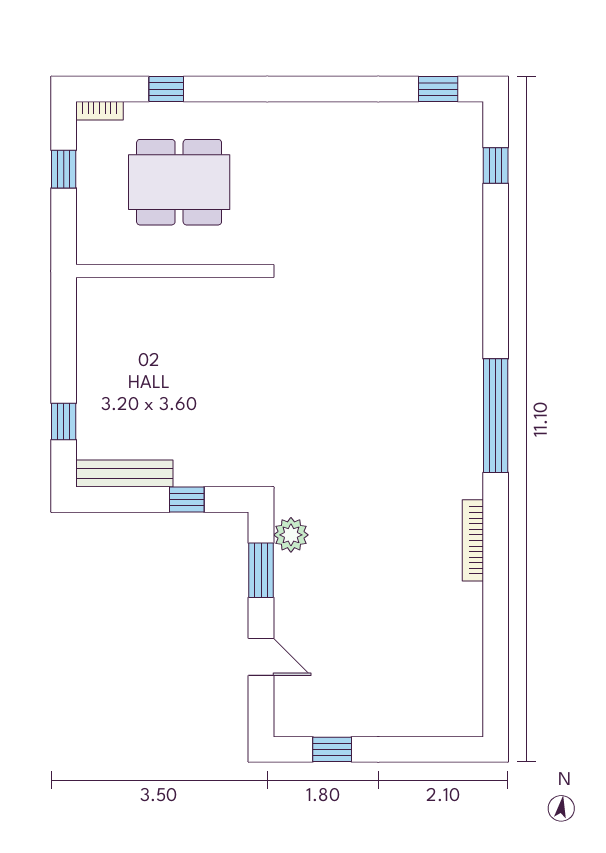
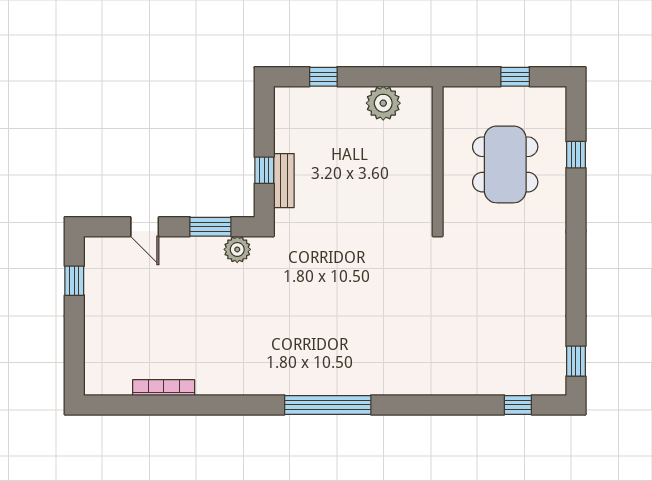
bookcase: (99, 111) -> (559, 104), removed
plant: (98, 343) -> (383, 103), added
bench: (124, 474) -> (284, 181), moved, width x0.73
bookcase: (473, 540) -> (164, 388), moved
door: (261, 657) -> (145, 227), hinge flipped

